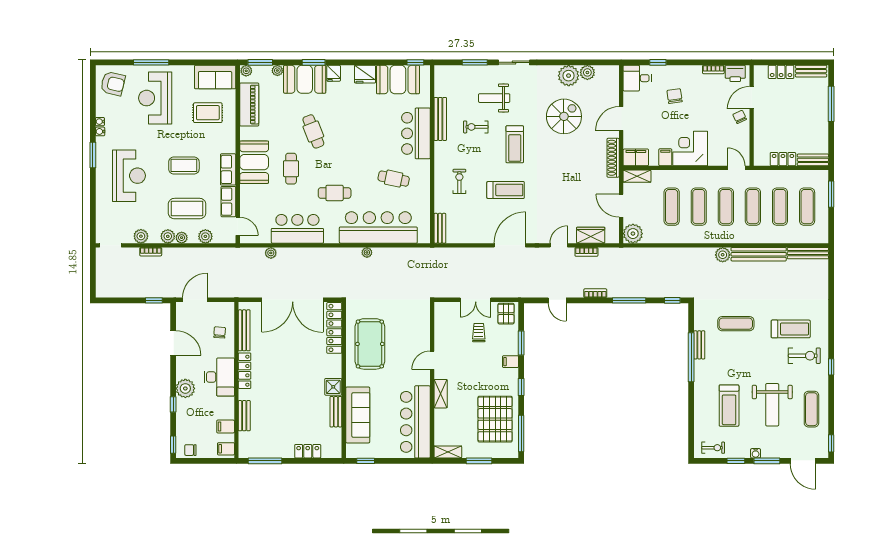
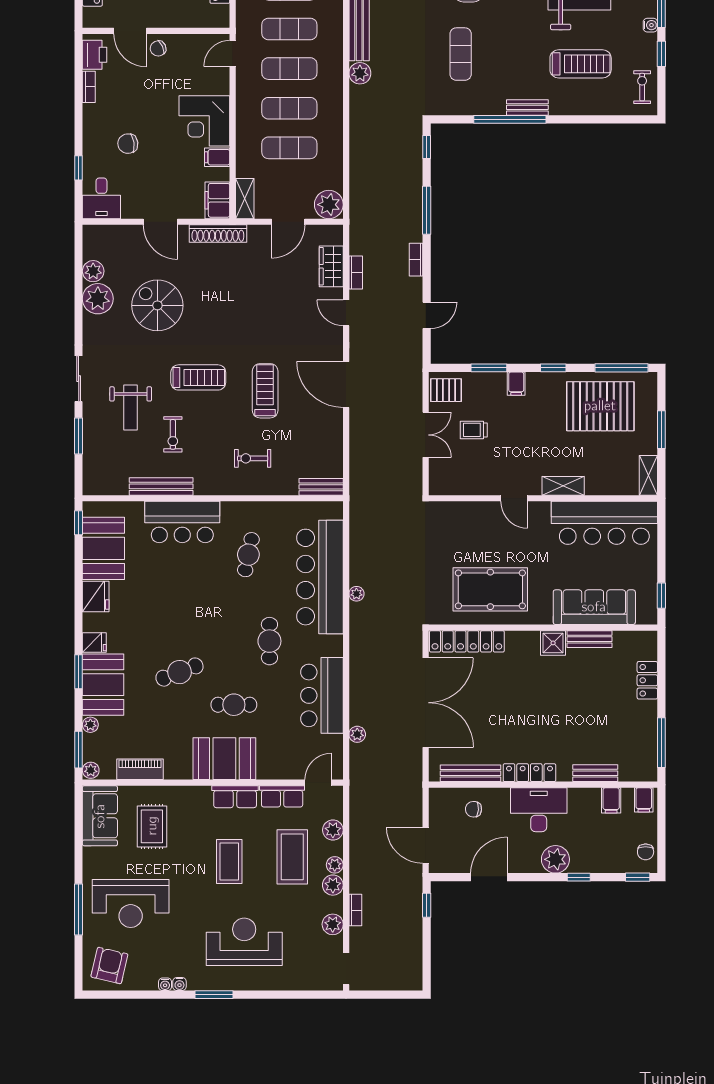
piano: (249, 105) -> (140, 769), width x0.73, depth x0.75
bench: (699, 345) -> (527, 107), moved

